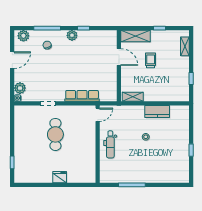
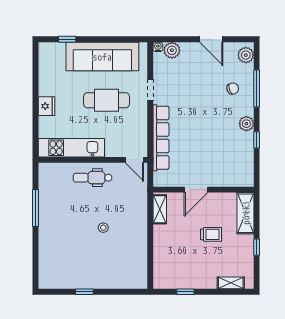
door: (119, 57) -> (196, 190), moved
row of seats: (82, 96) -> (161, 138), width x1.36
kitchen counter: (157, 112) -> (139, 244), removed
sofa: (24, 137) -> (102, 57), added
kitchen unit: (89, 159) -> (71, 148), added

